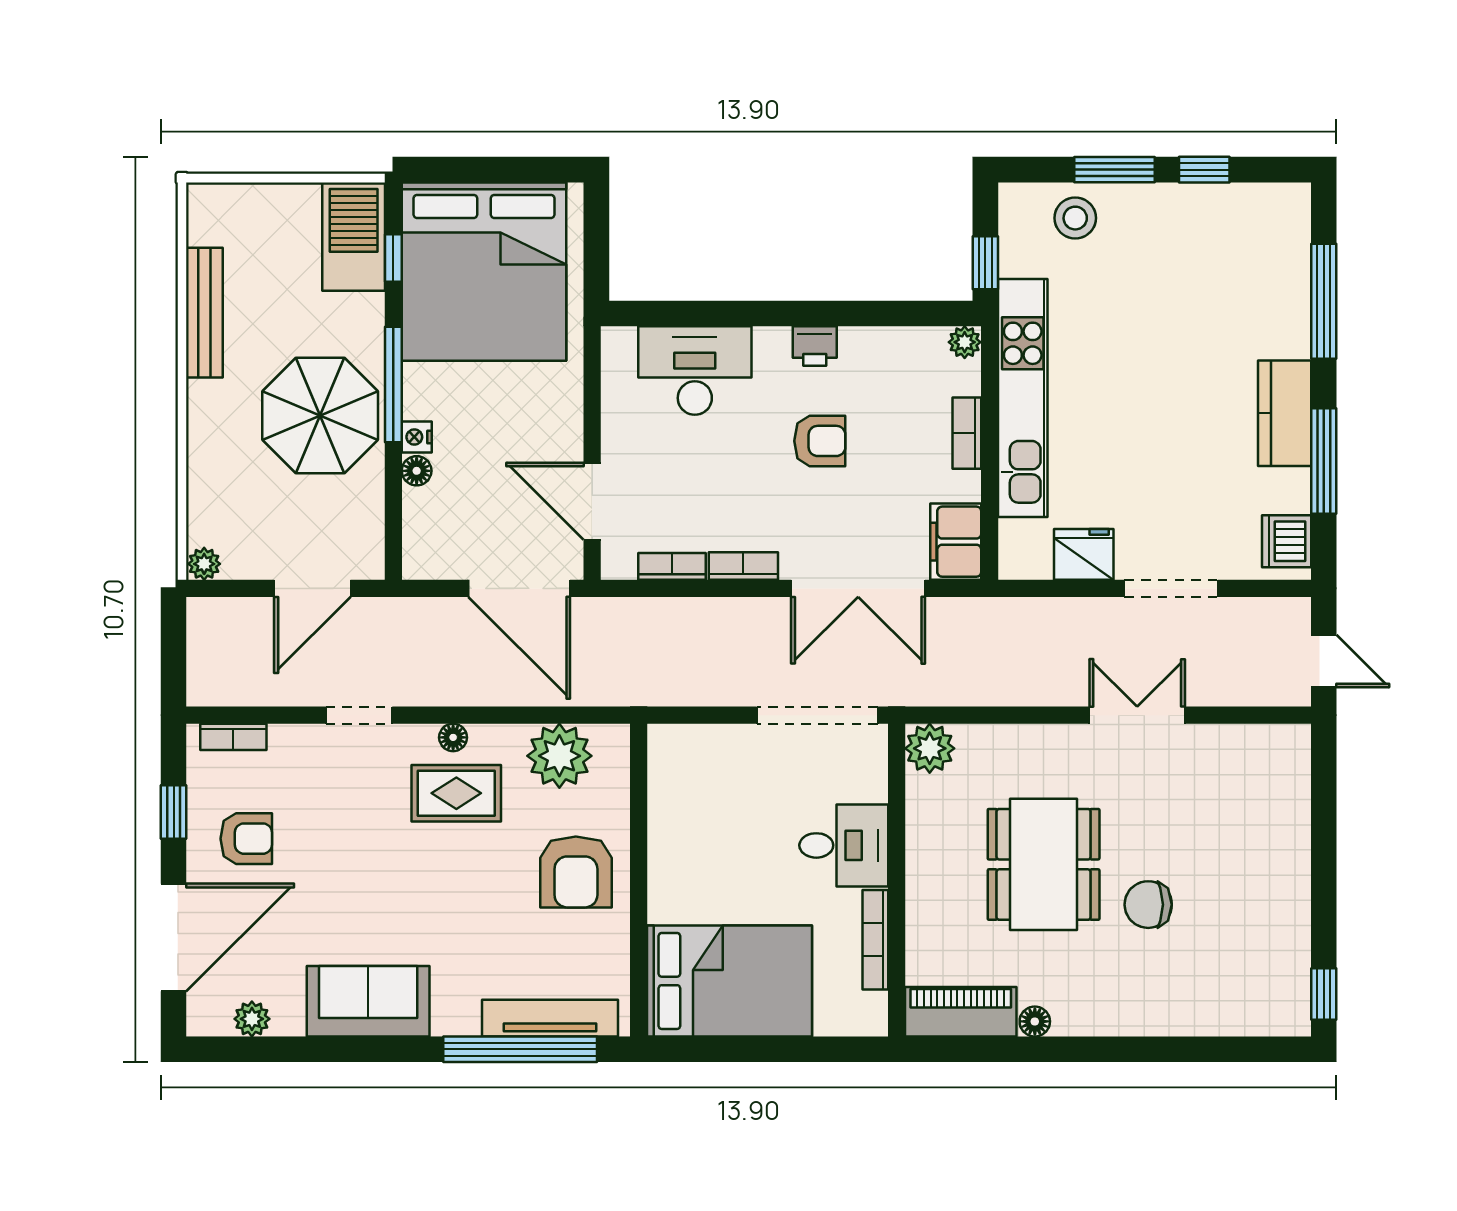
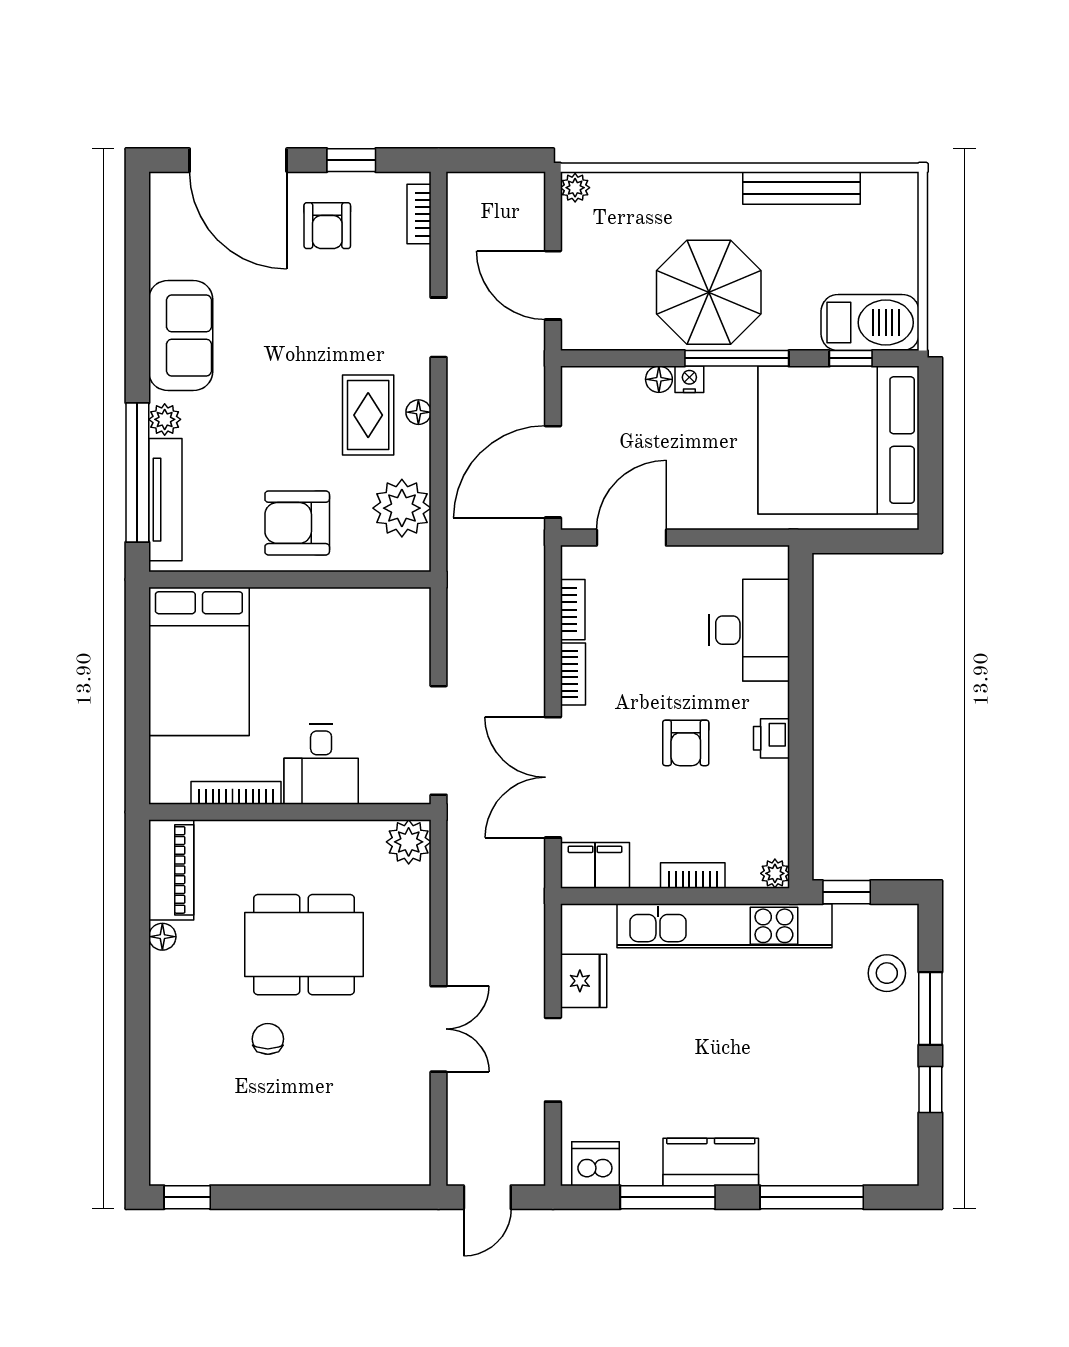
chair: (1148, 905) -> (268, 1039), width x0.73, depth x0.73
plant: (252, 1019) -> (165, 419), moved

